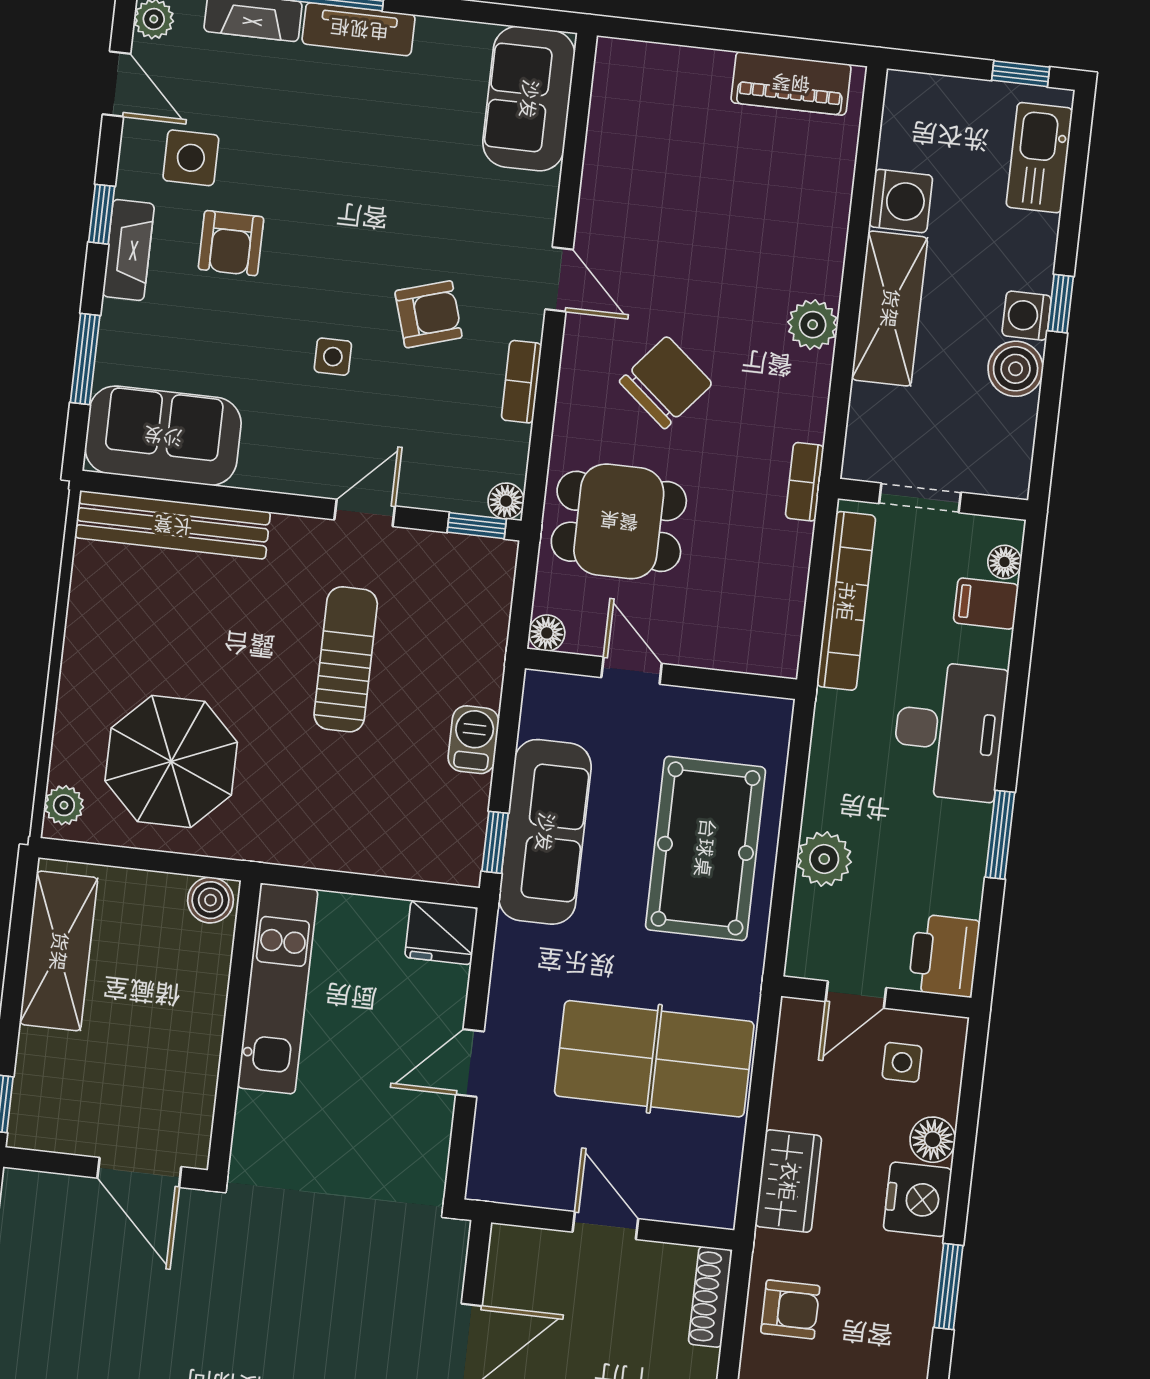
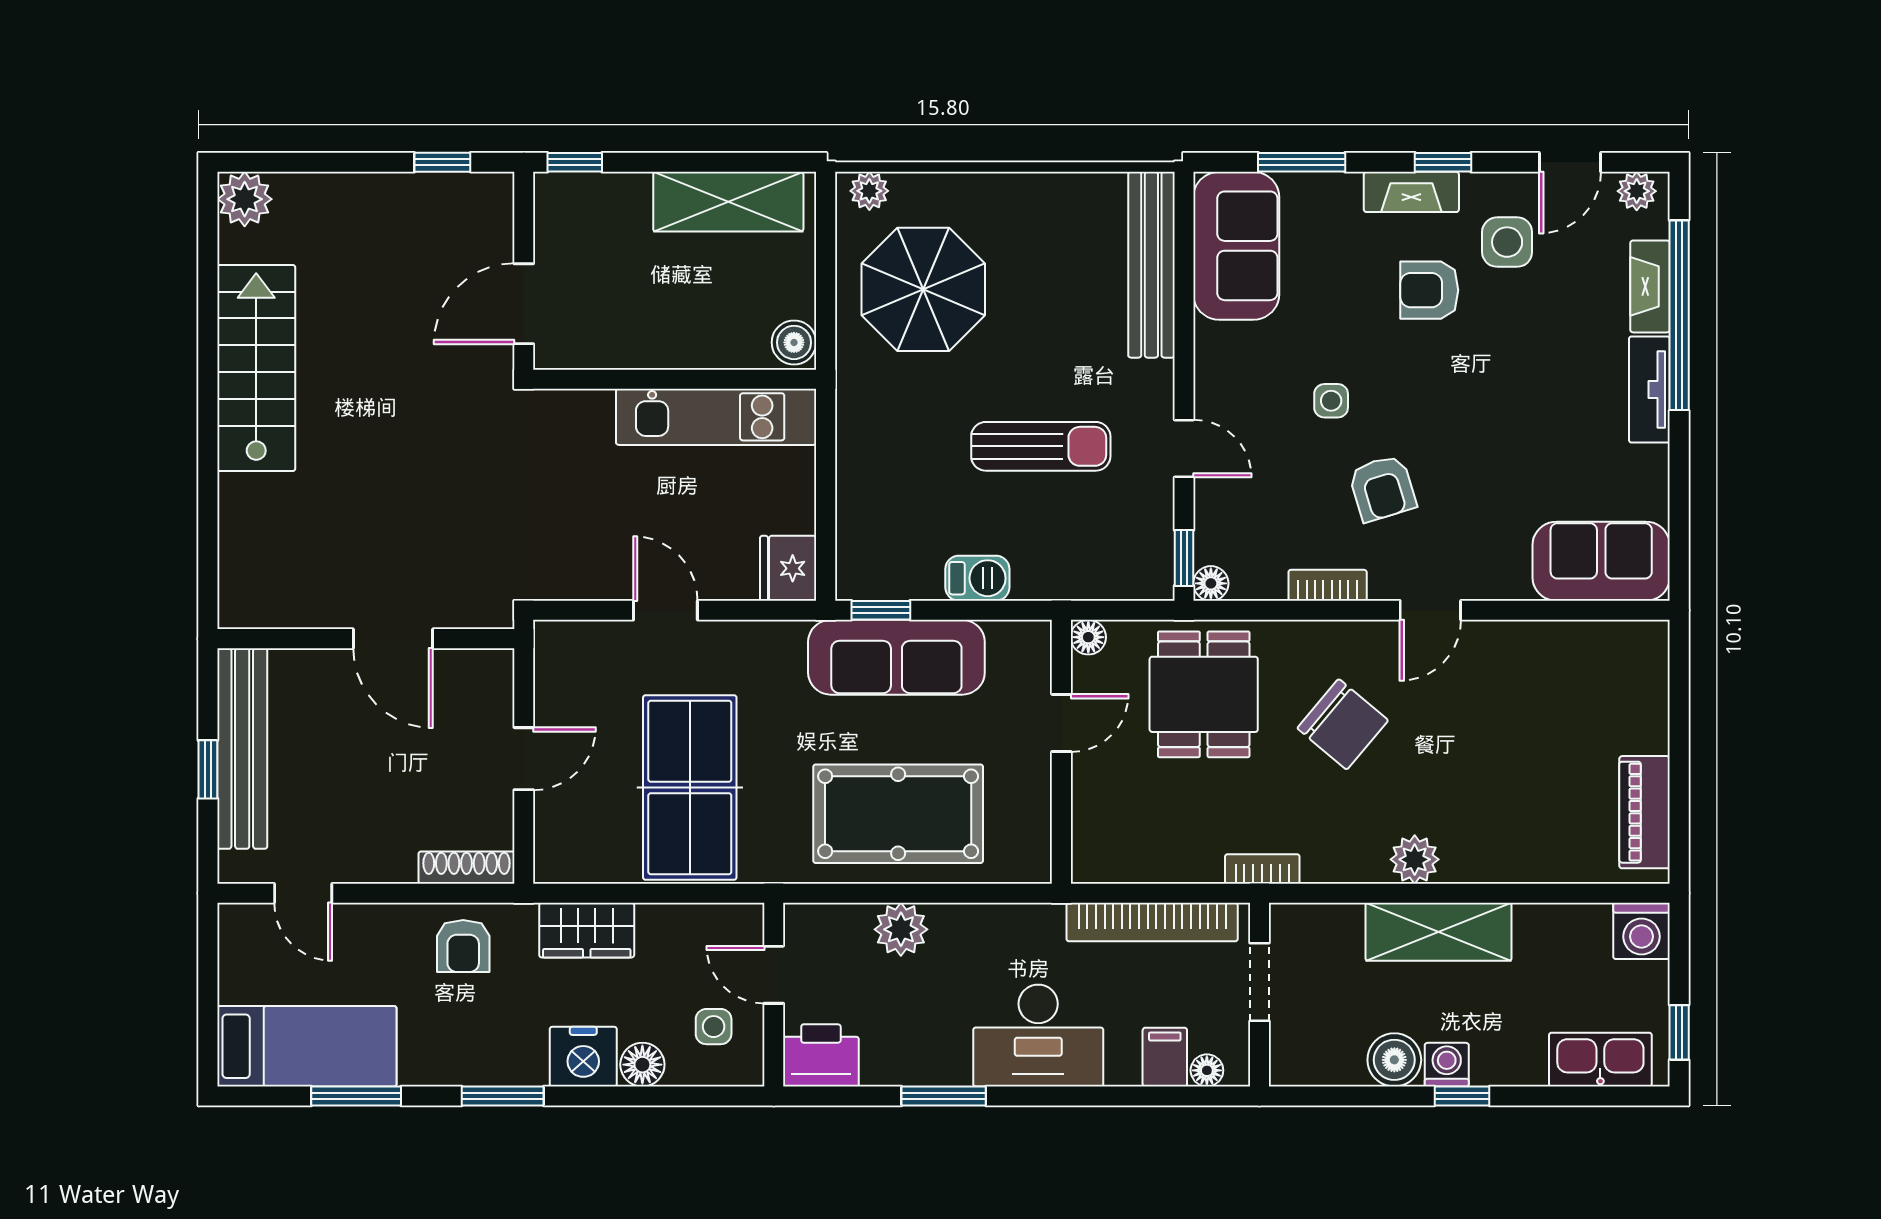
washing machine: (901, 201) -> (1642, 931), moved

